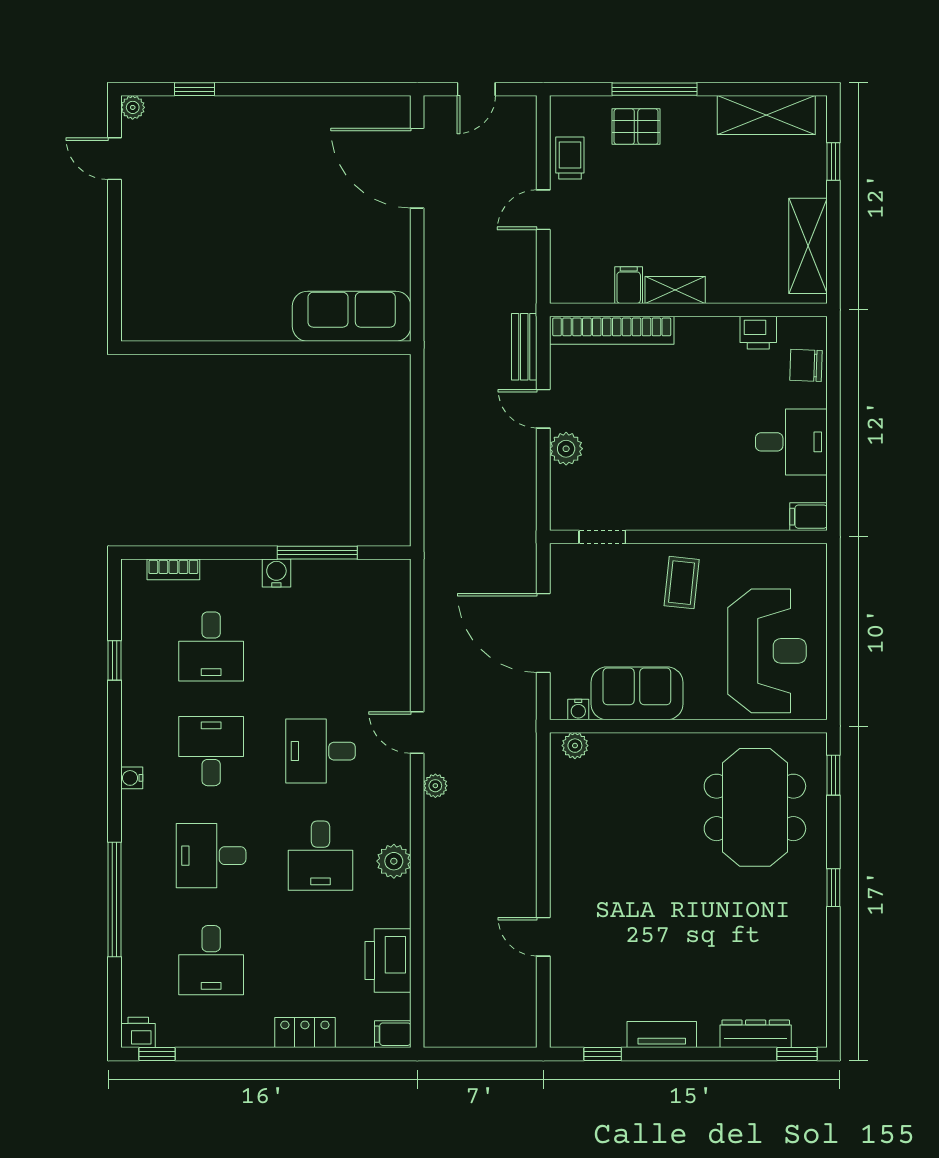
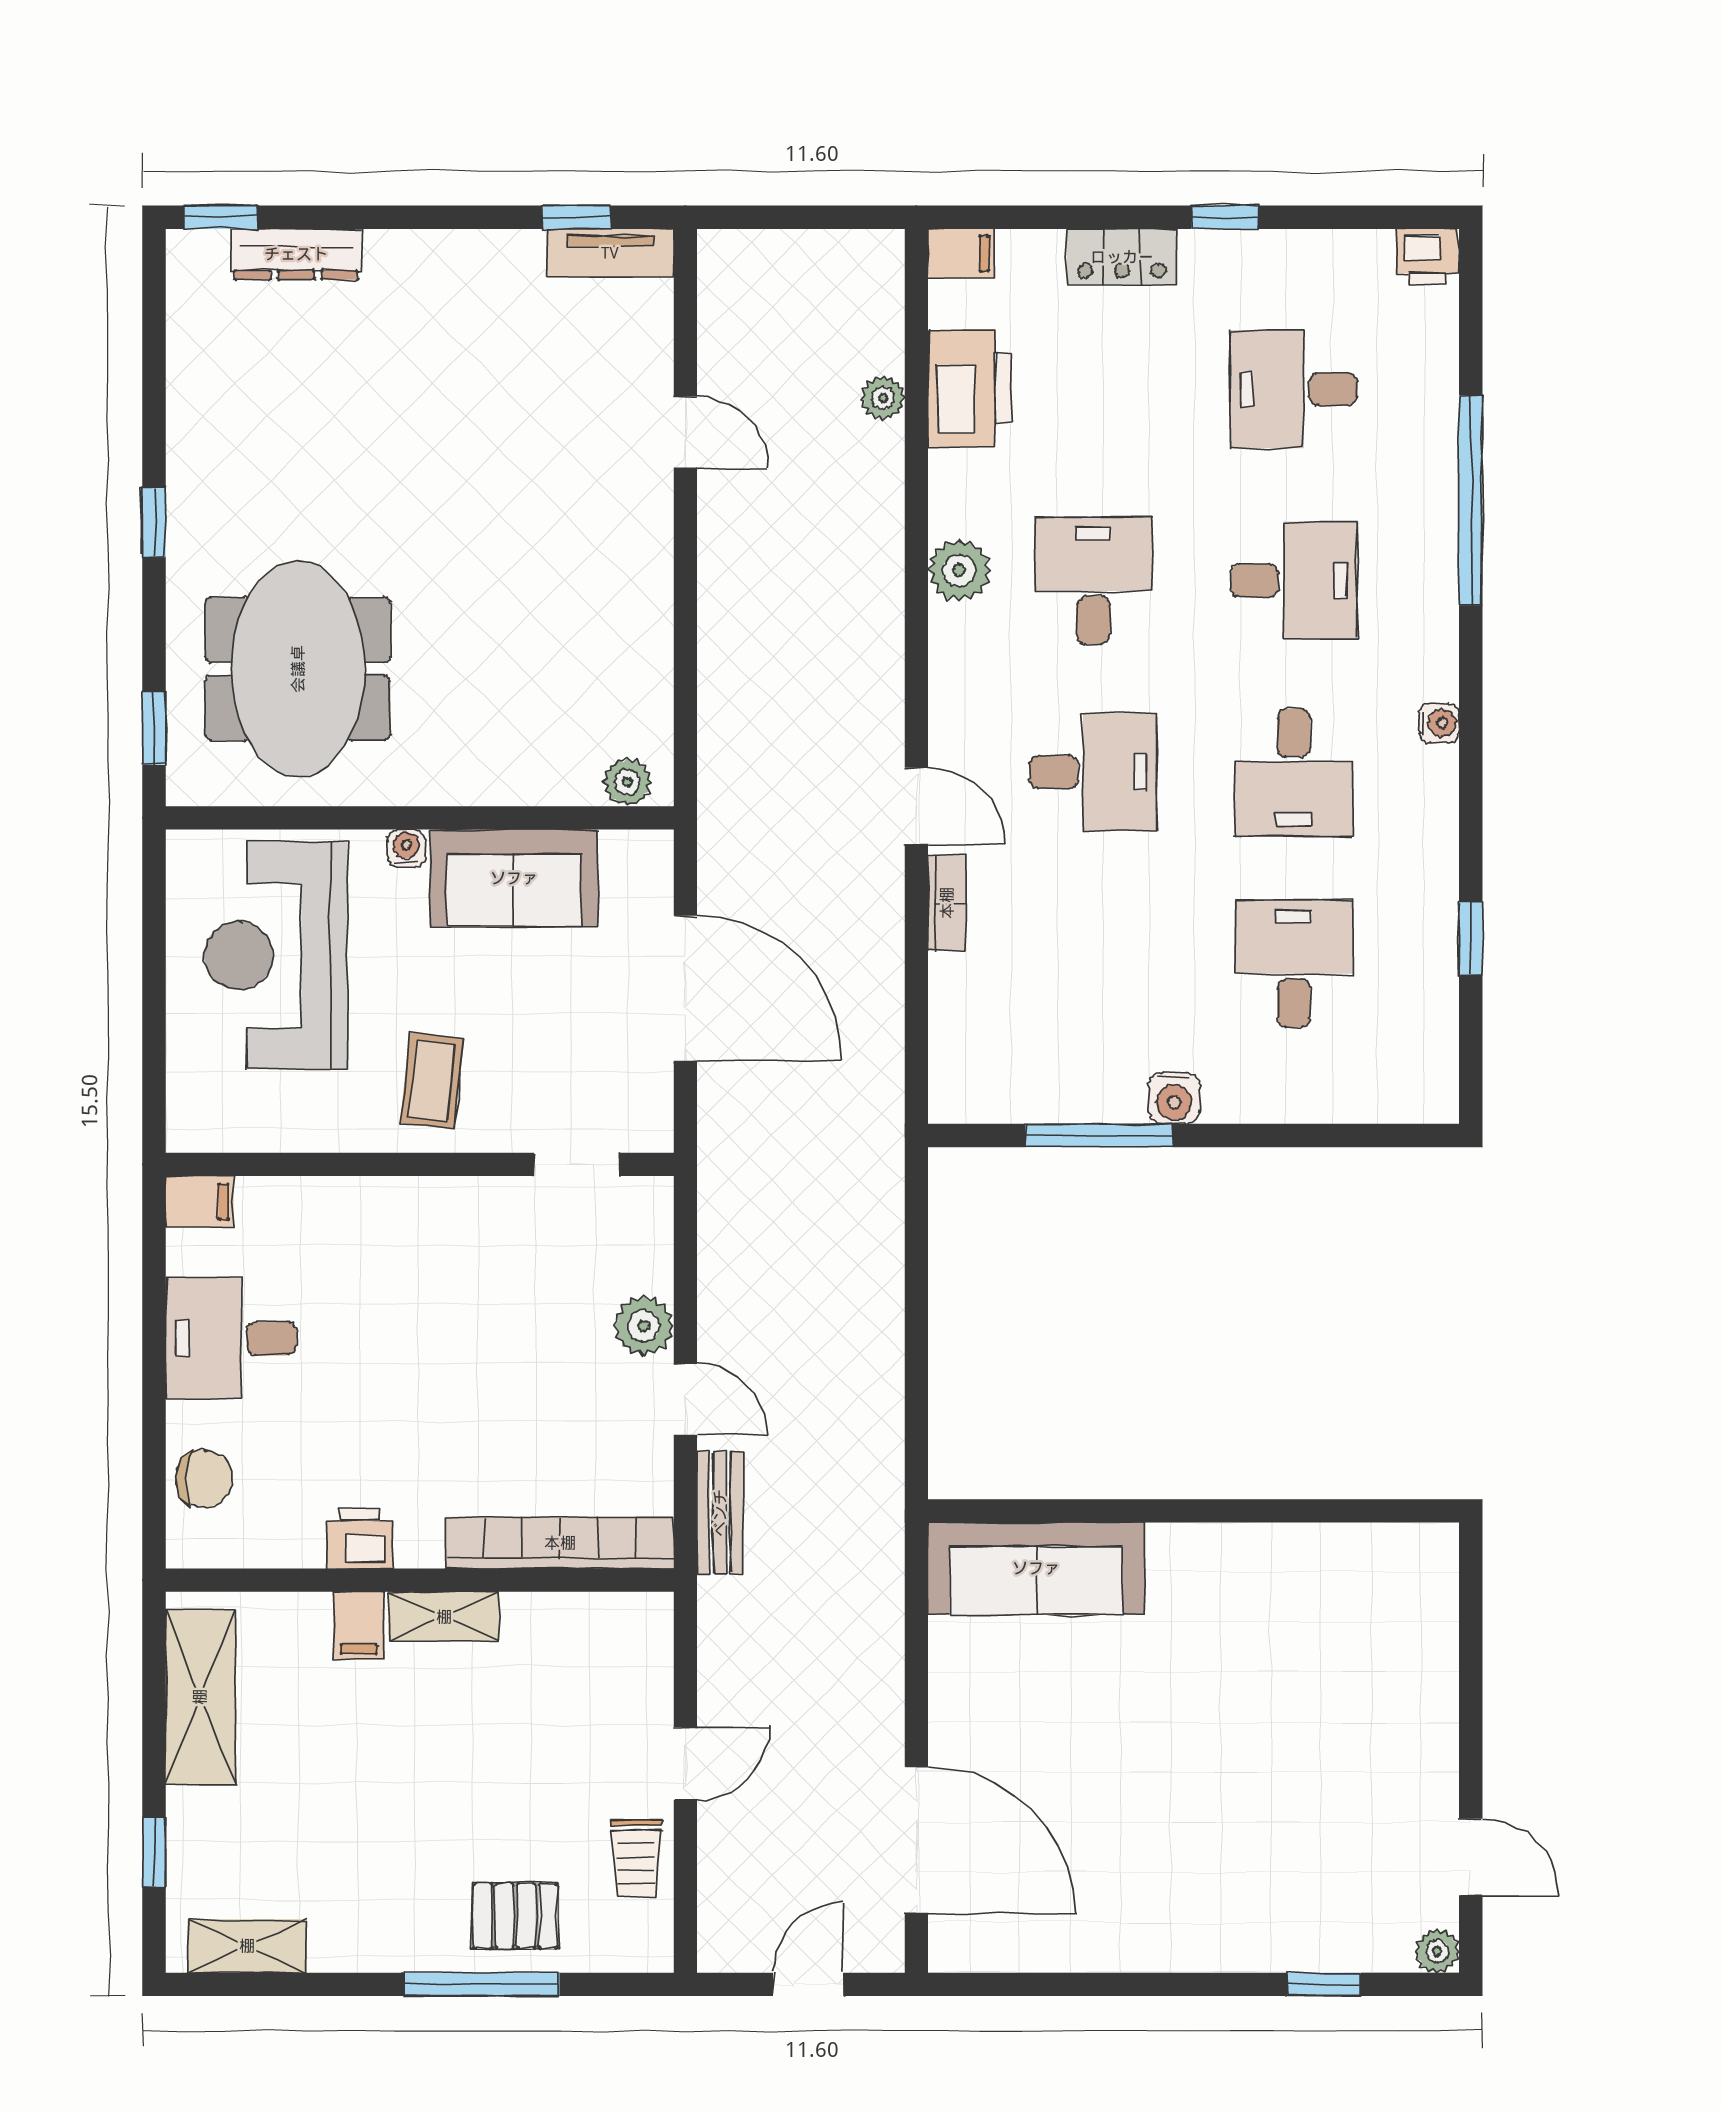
shelving: (766, 115) -> (247, 1946), width x0.67, depth x0.75
filing cabinet: (629, 285) -> (359, 1626), moved
printer: (758, 333) -> (359, 1538), moved
bookcase: (173, 569) -> (947, 903), moved, turned 90
water cooler: (578, 710) -> (406, 848), moved
plant: (435, 786) -> (883, 398), moved
desk: (211, 960) -> (1294, 389), turned -90
tv unit: (662, 1034) -> (610, 253), moved
window: (157, 1054) -> (1225, 217), moved

